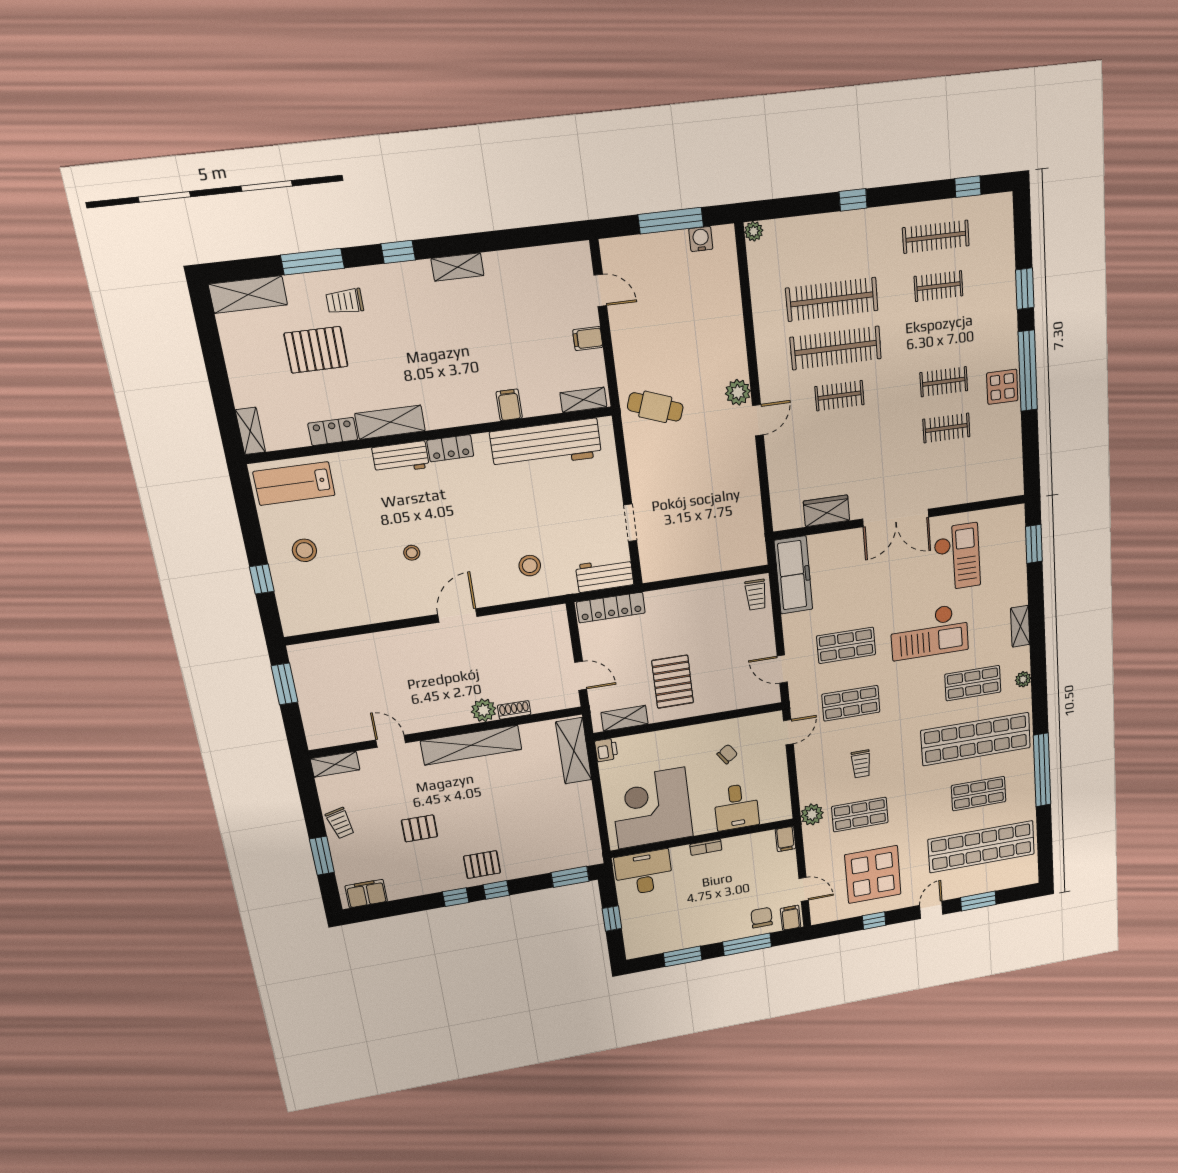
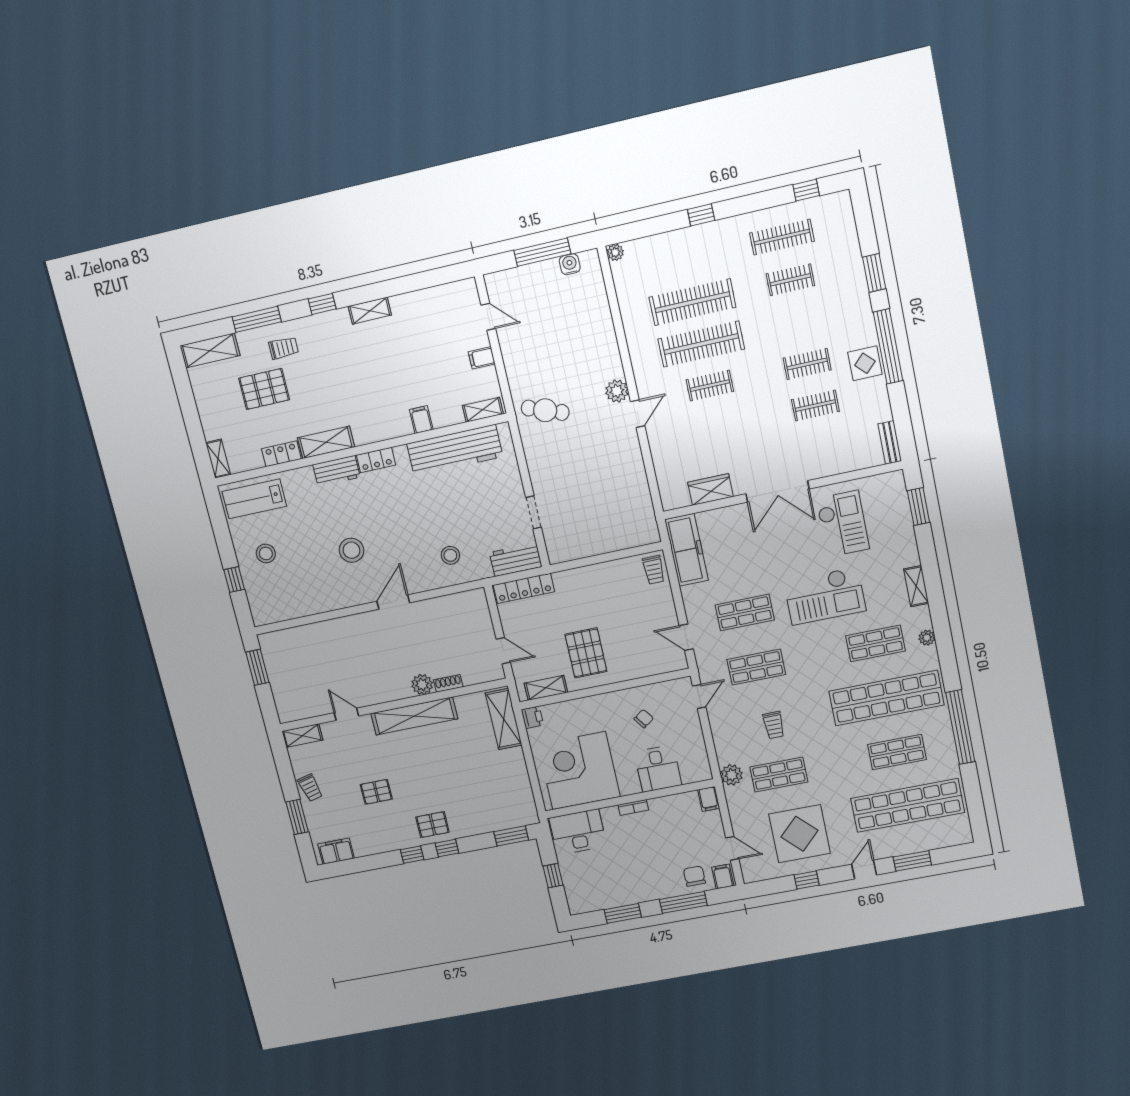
trolley: (345, 301) -> (283, 348), turned 180
bench: (1015, 474) -> (890, 442), added
stool: (412, 553) -> (351, 550), width x1.89, depth x1.89

